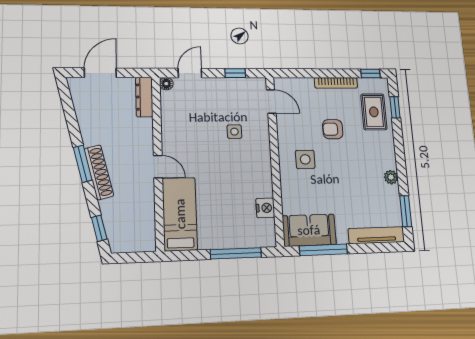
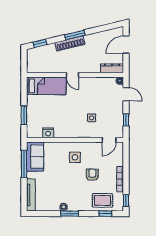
door: (100, 73) -> (126, 45), swing flipped
door: (158, 167) -> (72, 75), hinge flipped
window: (406, 211) -> (70, 214), moved
window: (236, 253) -> (24, 115), width x0.69

